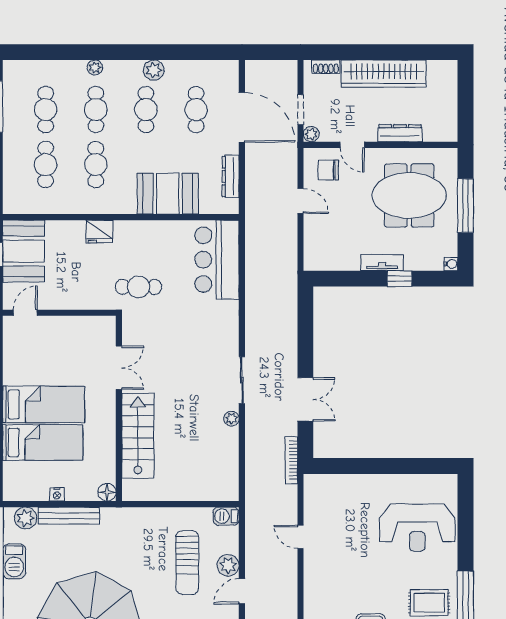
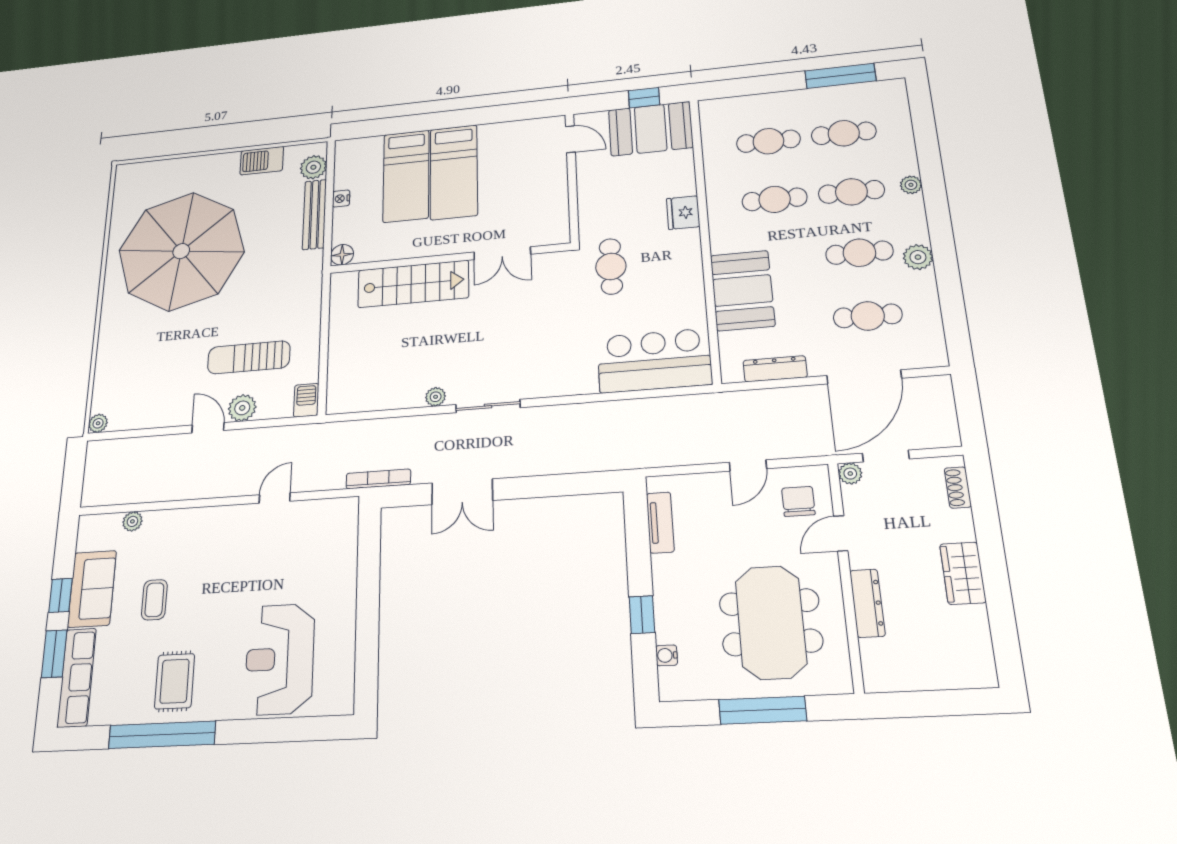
wardrobe: (384, 74) -> (963, 573), width x0.48, depth x0.85
tv unit: (382, 263) -> (660, 522), moved
water cooler: (451, 264) -> (667, 655), moved, turned 90

